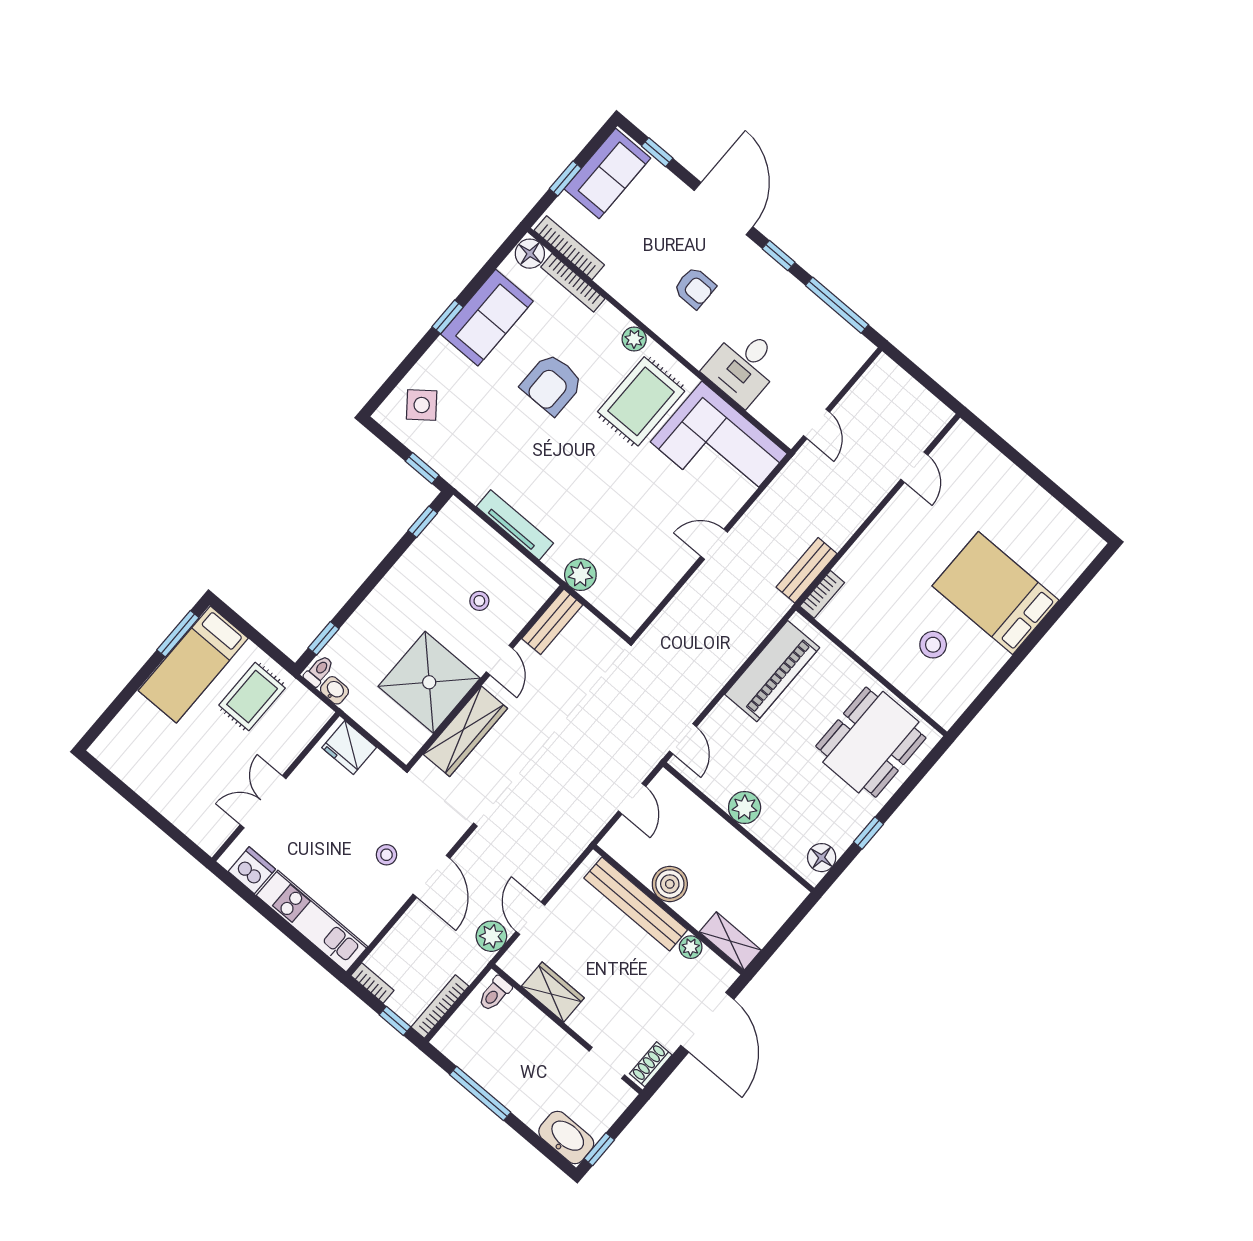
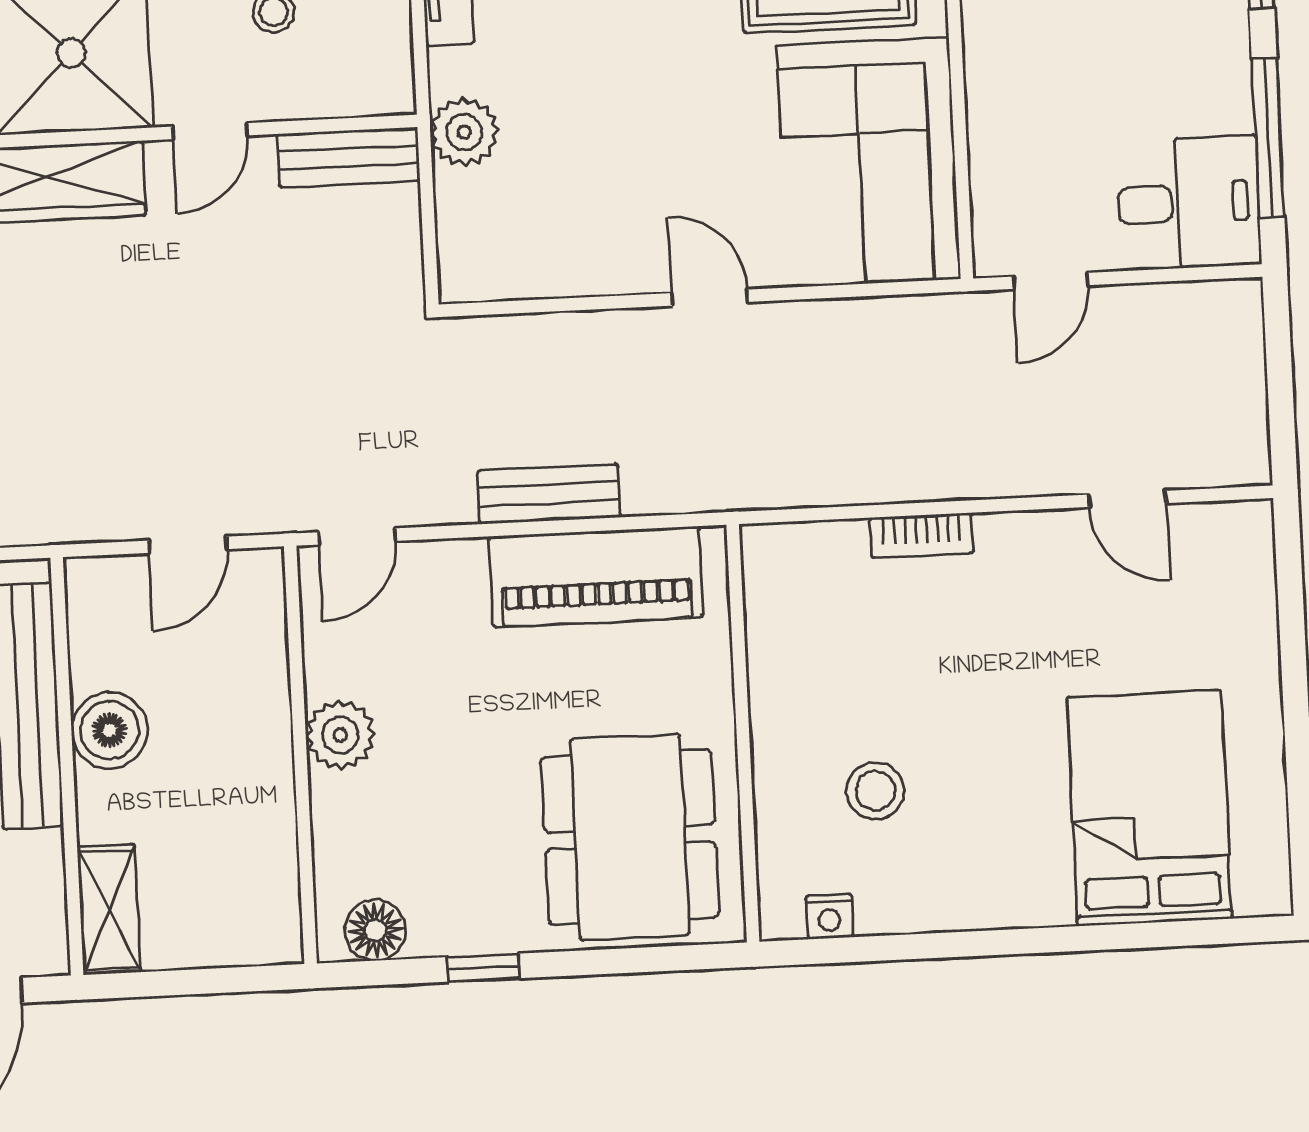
desk: (743, 366) -> (1189, 203), moved, turned 180
door: (914, 467) -> (1127, 499), hinge flipped
bench: (806, 570) -> (549, 494), moved
bed: (996, 593) -> (1149, 808), moved
bookcase: (822, 594) -> (922, 535), moved
nightstand: (961, 700) -> (830, 917), added
dining table: (871, 742) -> (630, 837), turned 90
plant: (691, 947) -> (41, 857), removed

